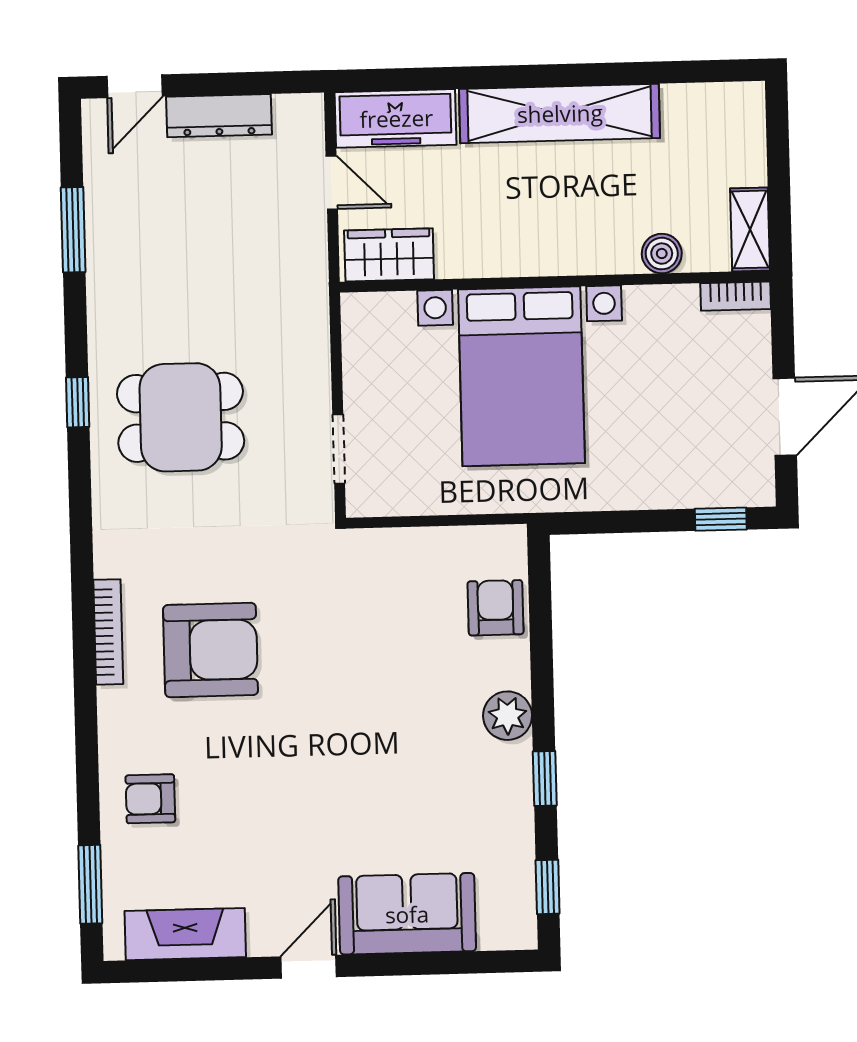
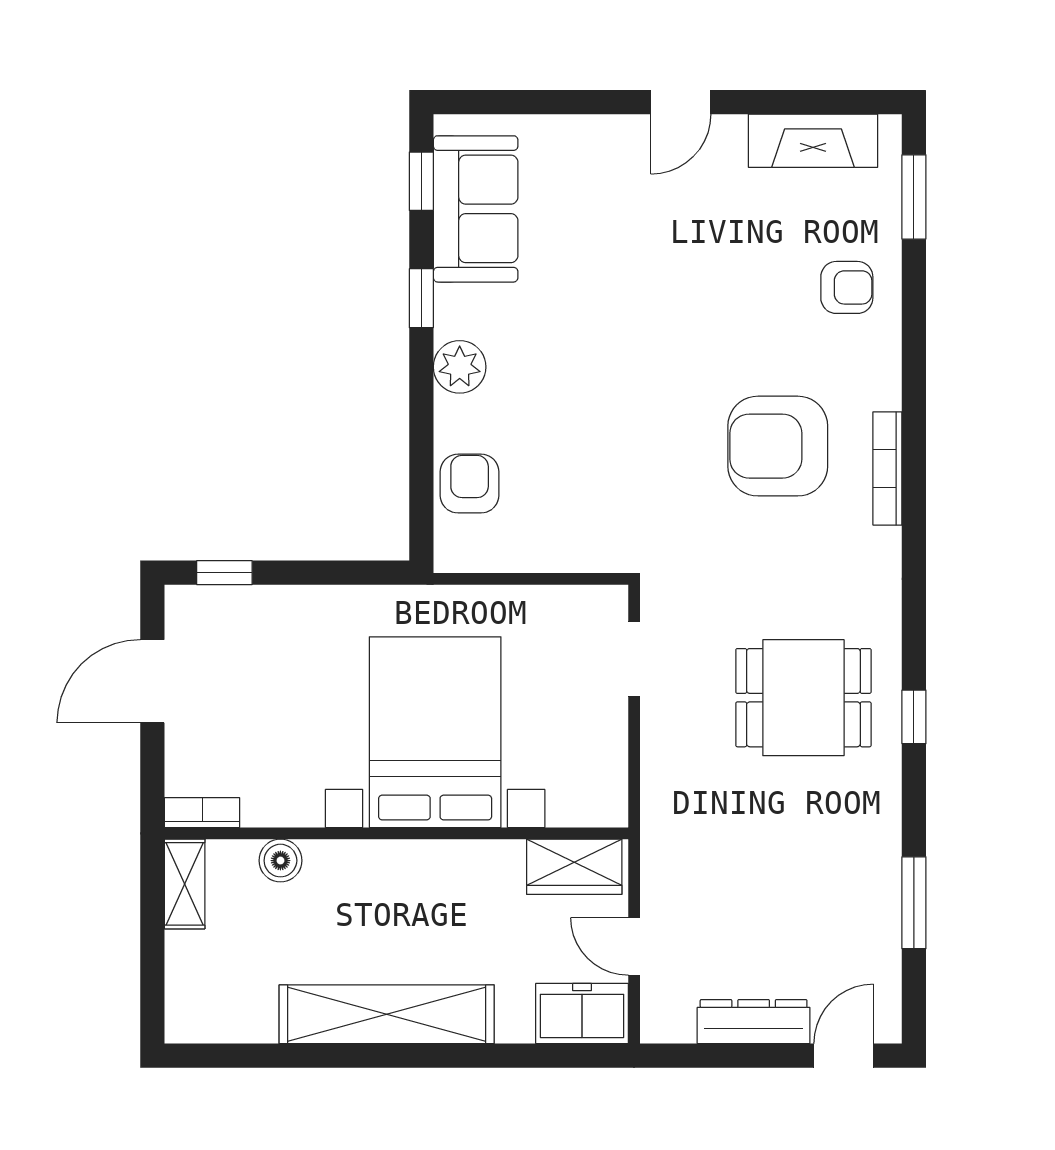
freezer: (396, 118) -> (582, 1014), width x0.71
armchair: (496, 608) -> (470, 484), turned 180
sofa: (407, 914) -> (476, 209), moved, turned -90

